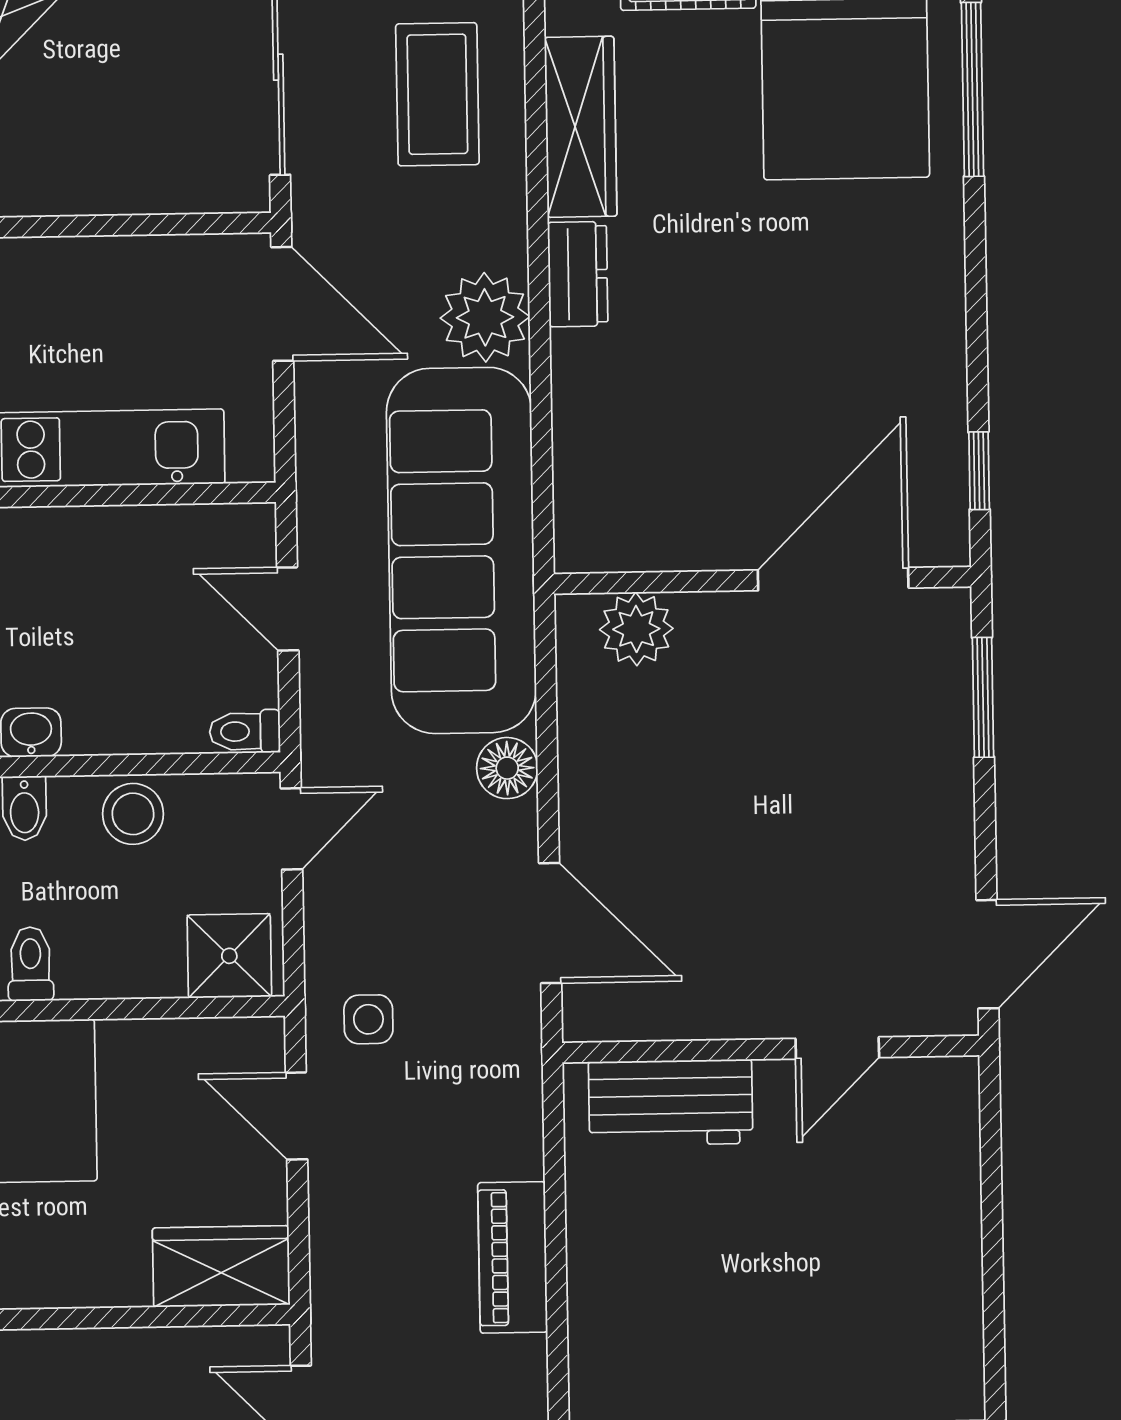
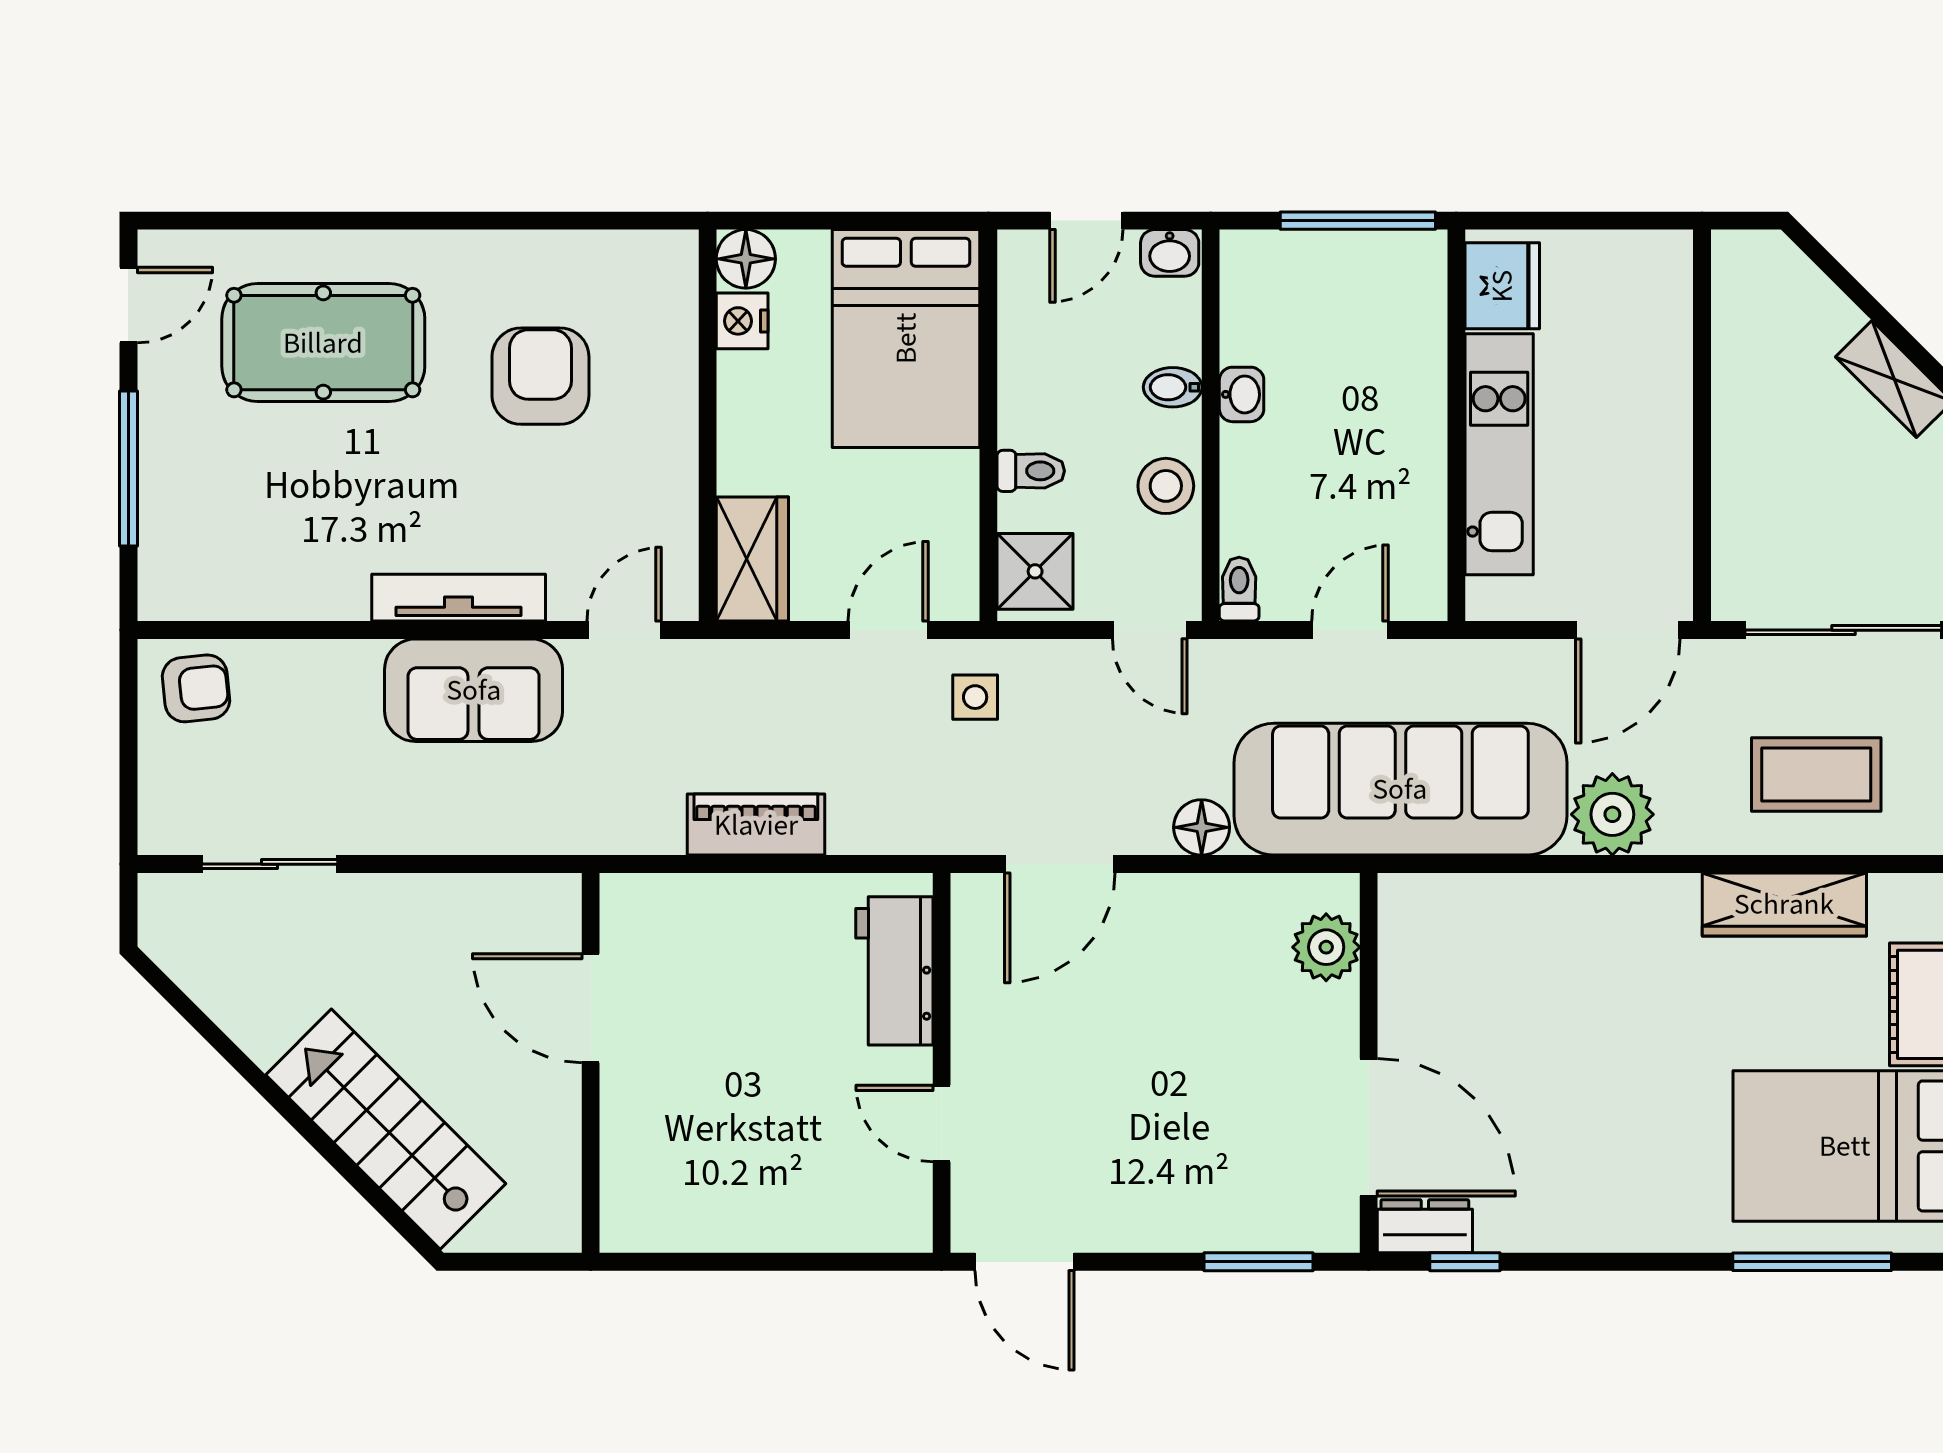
dresser: (578, 274) -> (1425, 1226), moved, turned 180
toilet: (31, 964) -> (1031, 471), moved

